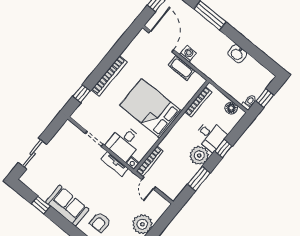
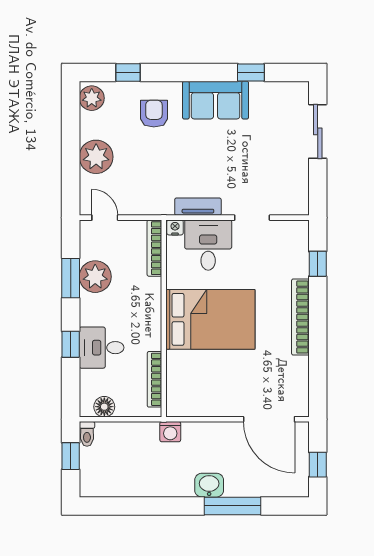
washing machine: (188, 54) -> (170, 432), moved
washbasin: (237, 54) -> (209, 485), moved
cot: (181, 68) -> (213, 406), removed
plant: (199, 155) -> (95, 277), moved
door: (149, 183) -> (105, 218), moved

